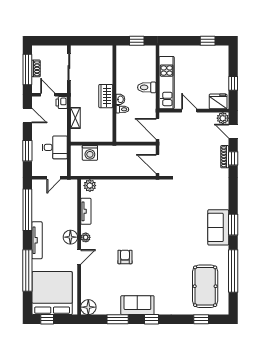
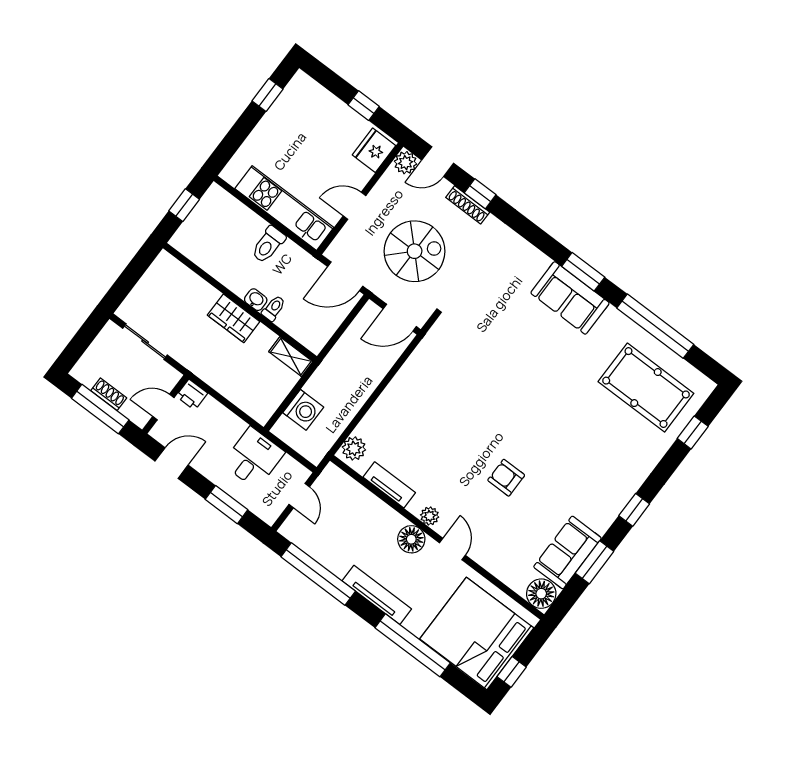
shelving: (75, 118) -> (291, 357), moved
spiral stairs: (189, 149) -> (415, 251), added
sofa: (137, 305) -> (567, 552), moved

